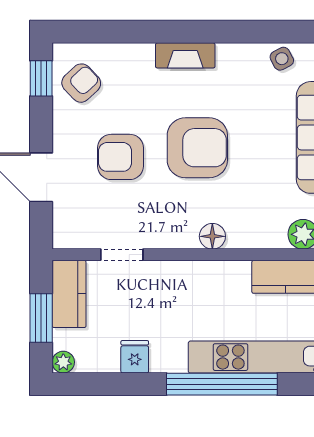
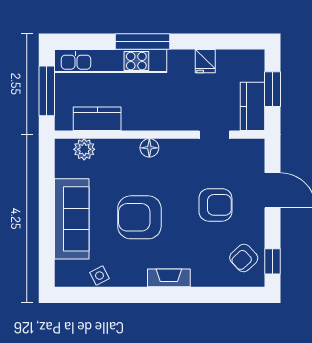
armchair: (197, 148) -> (139, 217), moved
plant: (63, 362) -> (257, 57), removed
window: (222, 384) -> (143, 42), width x0.68

